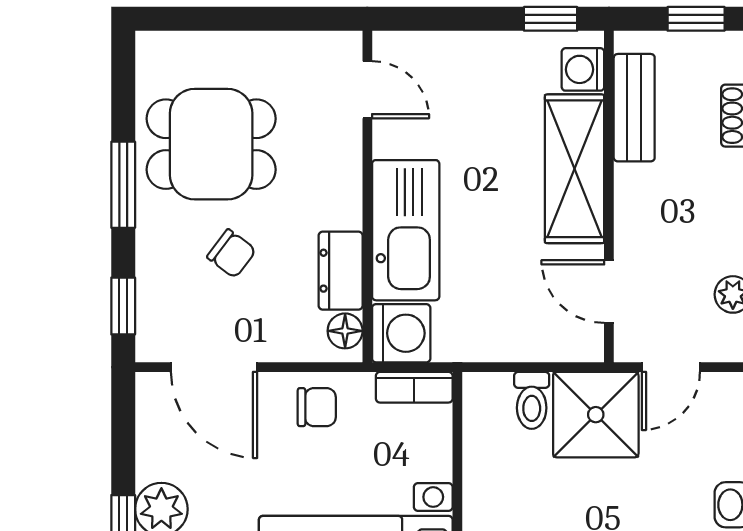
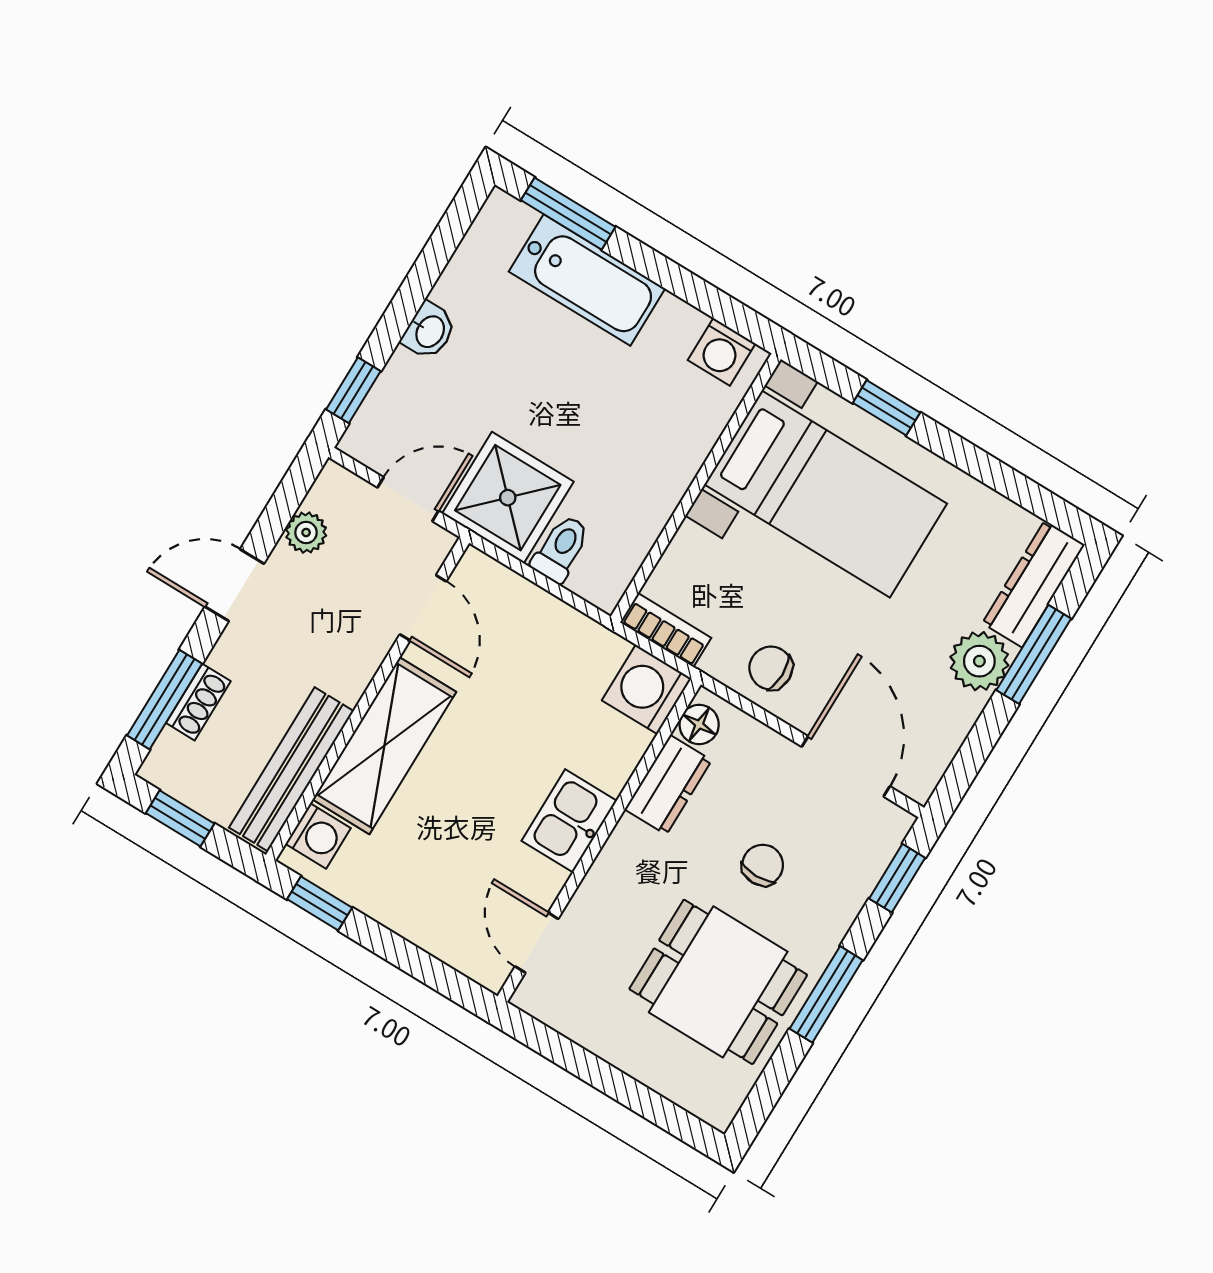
bench: (634, 108) -> (291, 769), width x1.36
kitchen sink: (406, 230) -> (569, 821), width x0.53, depth x0.81
chair: (232, 254) -> (763, 865), turned 53

